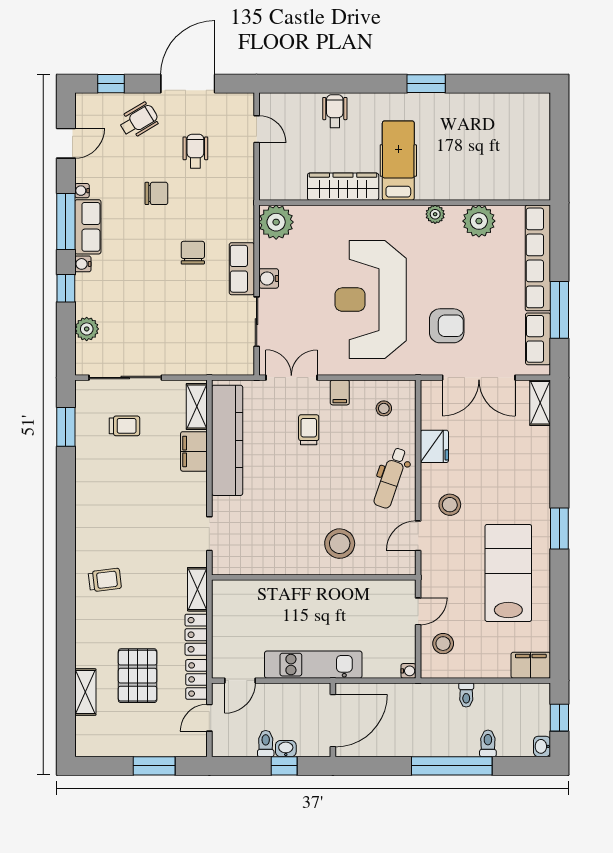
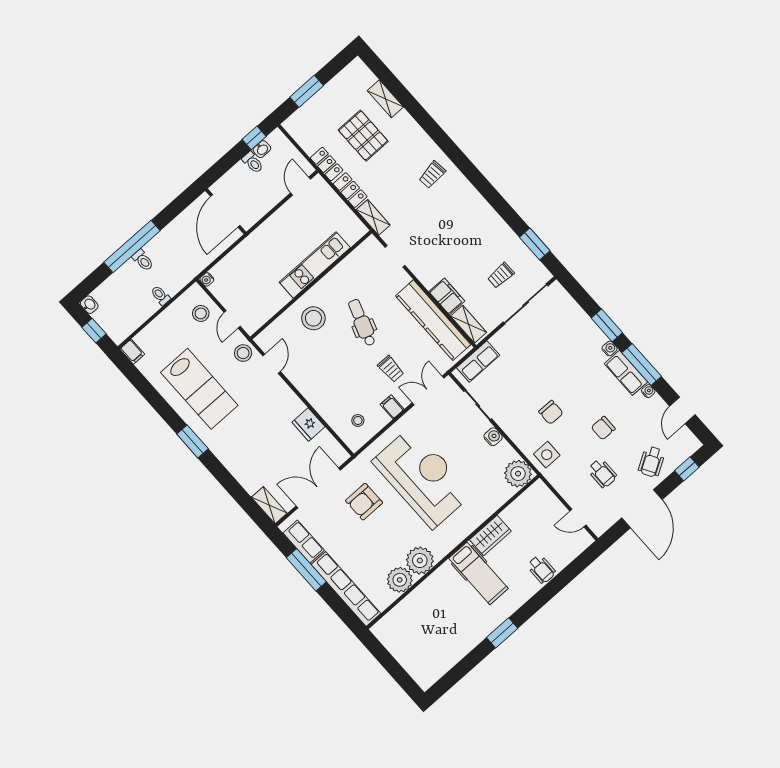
wardrobe: (343, 187) -> (490, 535), width x0.67
plant: (435, 214) -> (420, 561), width x1.87, depth x1.87
side table: (233, 216) -> (547, 455), added
row of seats: (242, 269) -> (478, 361), moved, turned 90
window: (66, 288) -> (607, 325), width x1.50
plant: (87, 329) -> (573, 312), removed
double door: (291, 378) -> (428, 390), swing flipped
dental chair: (391, 478) -> (362, 323), moved
stool: (450, 505) -> (243, 353), moved
kitchen unit: (313, 665) -> (315, 265), moved, turned 180
filing cabinet: (531, 665) -> (132, 352), width x0.50
door: (209, 718) -> (299, 148), removed
toilet: (488, 743) -> (143, 260), moved
washbasin: (286, 749) -> (262, 149), moved
window: (284, 766) -> (254, 138), moved

